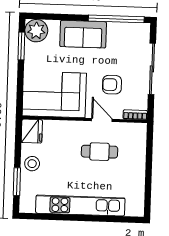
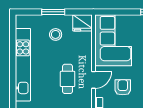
stool: (32, 164) -> (56, 34), moved
window: (17, 182) -> (53, 12), moved

